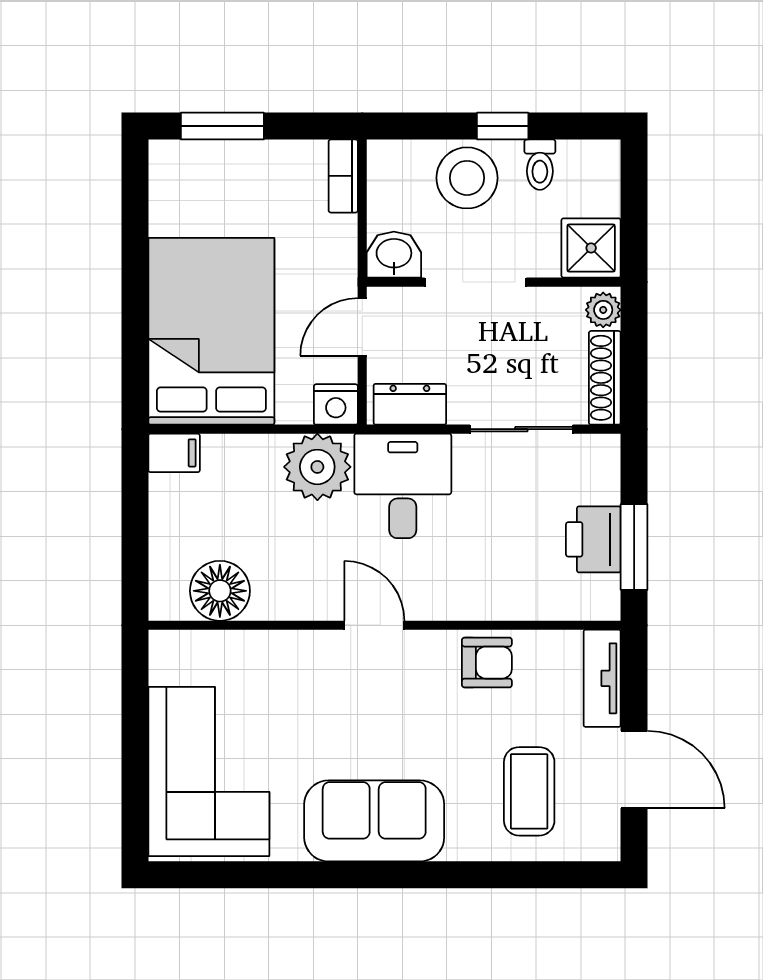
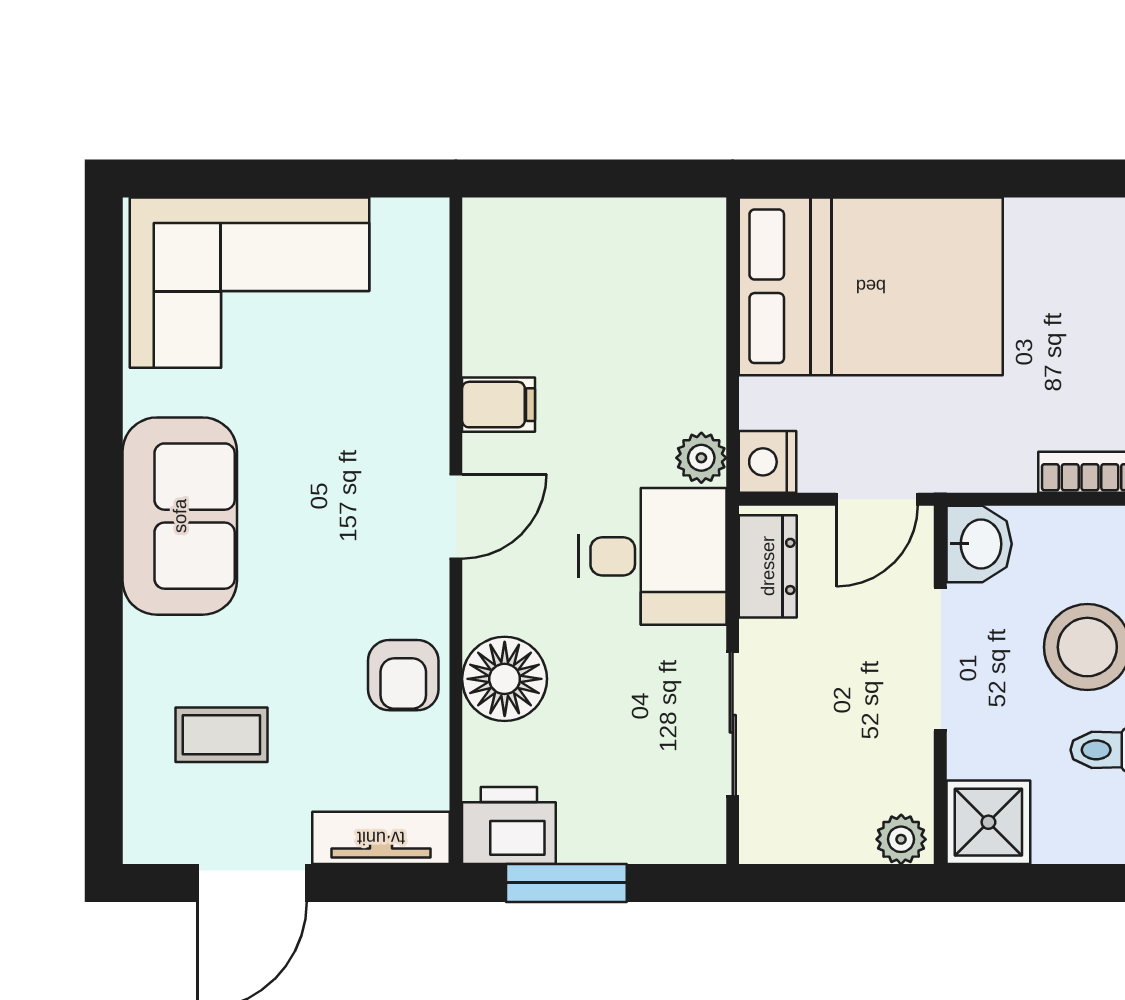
door: (362, 327) -> (877, 499), swing flipped
shoe rack: (605, 378) -> (805, 842), removed
filing cabinet: (174, 453) -> (499, 405), moved, turned -90
plant: (317, 467) -> (701, 458), width x0.53, depth x0.53
printer: (593, 539) -> (509, 825), moved
floor lamp: (220, 591) -> (505, 679), moved
coffee table: (529, 791) -> (221, 735), width x0.73, depth x0.77

